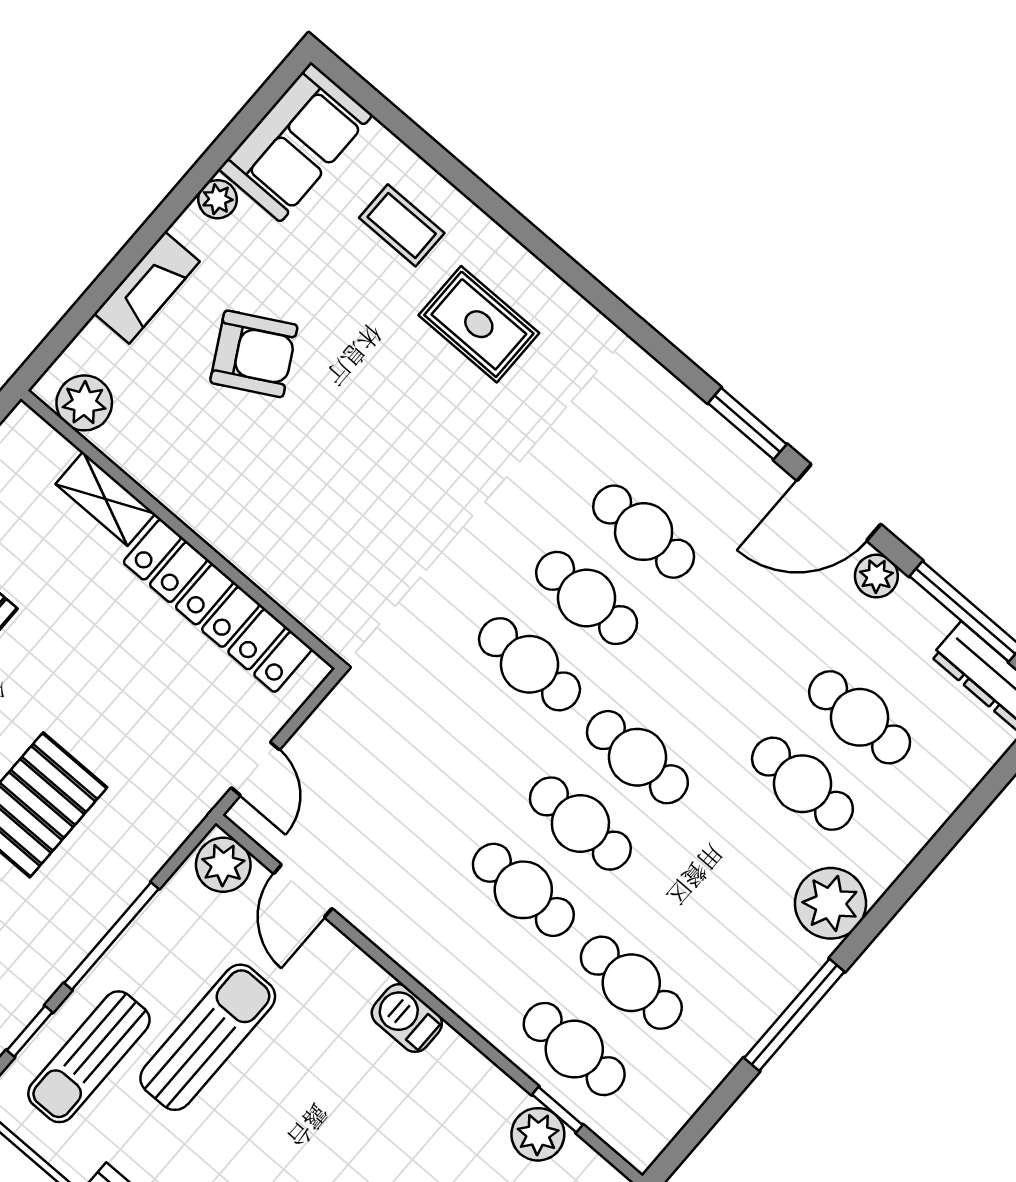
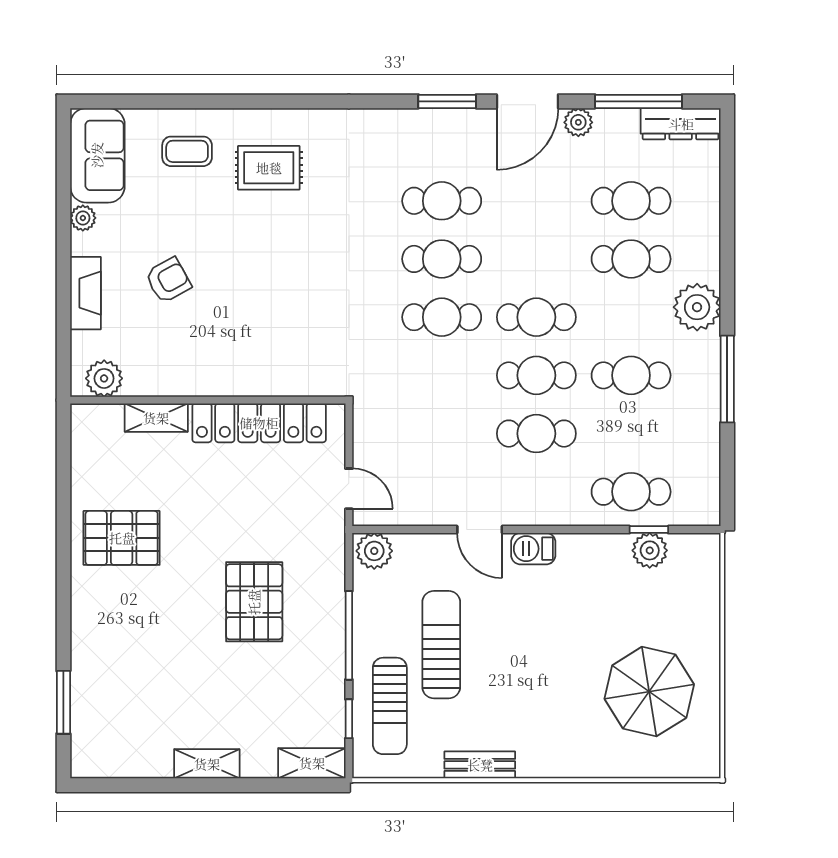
armchair: (254, 354) -> (168, 280), width x0.72, depth x0.72
door: (303, 891) -> (480, 530), moved
cafe table: (631, 983) -> (631, 375), moved

